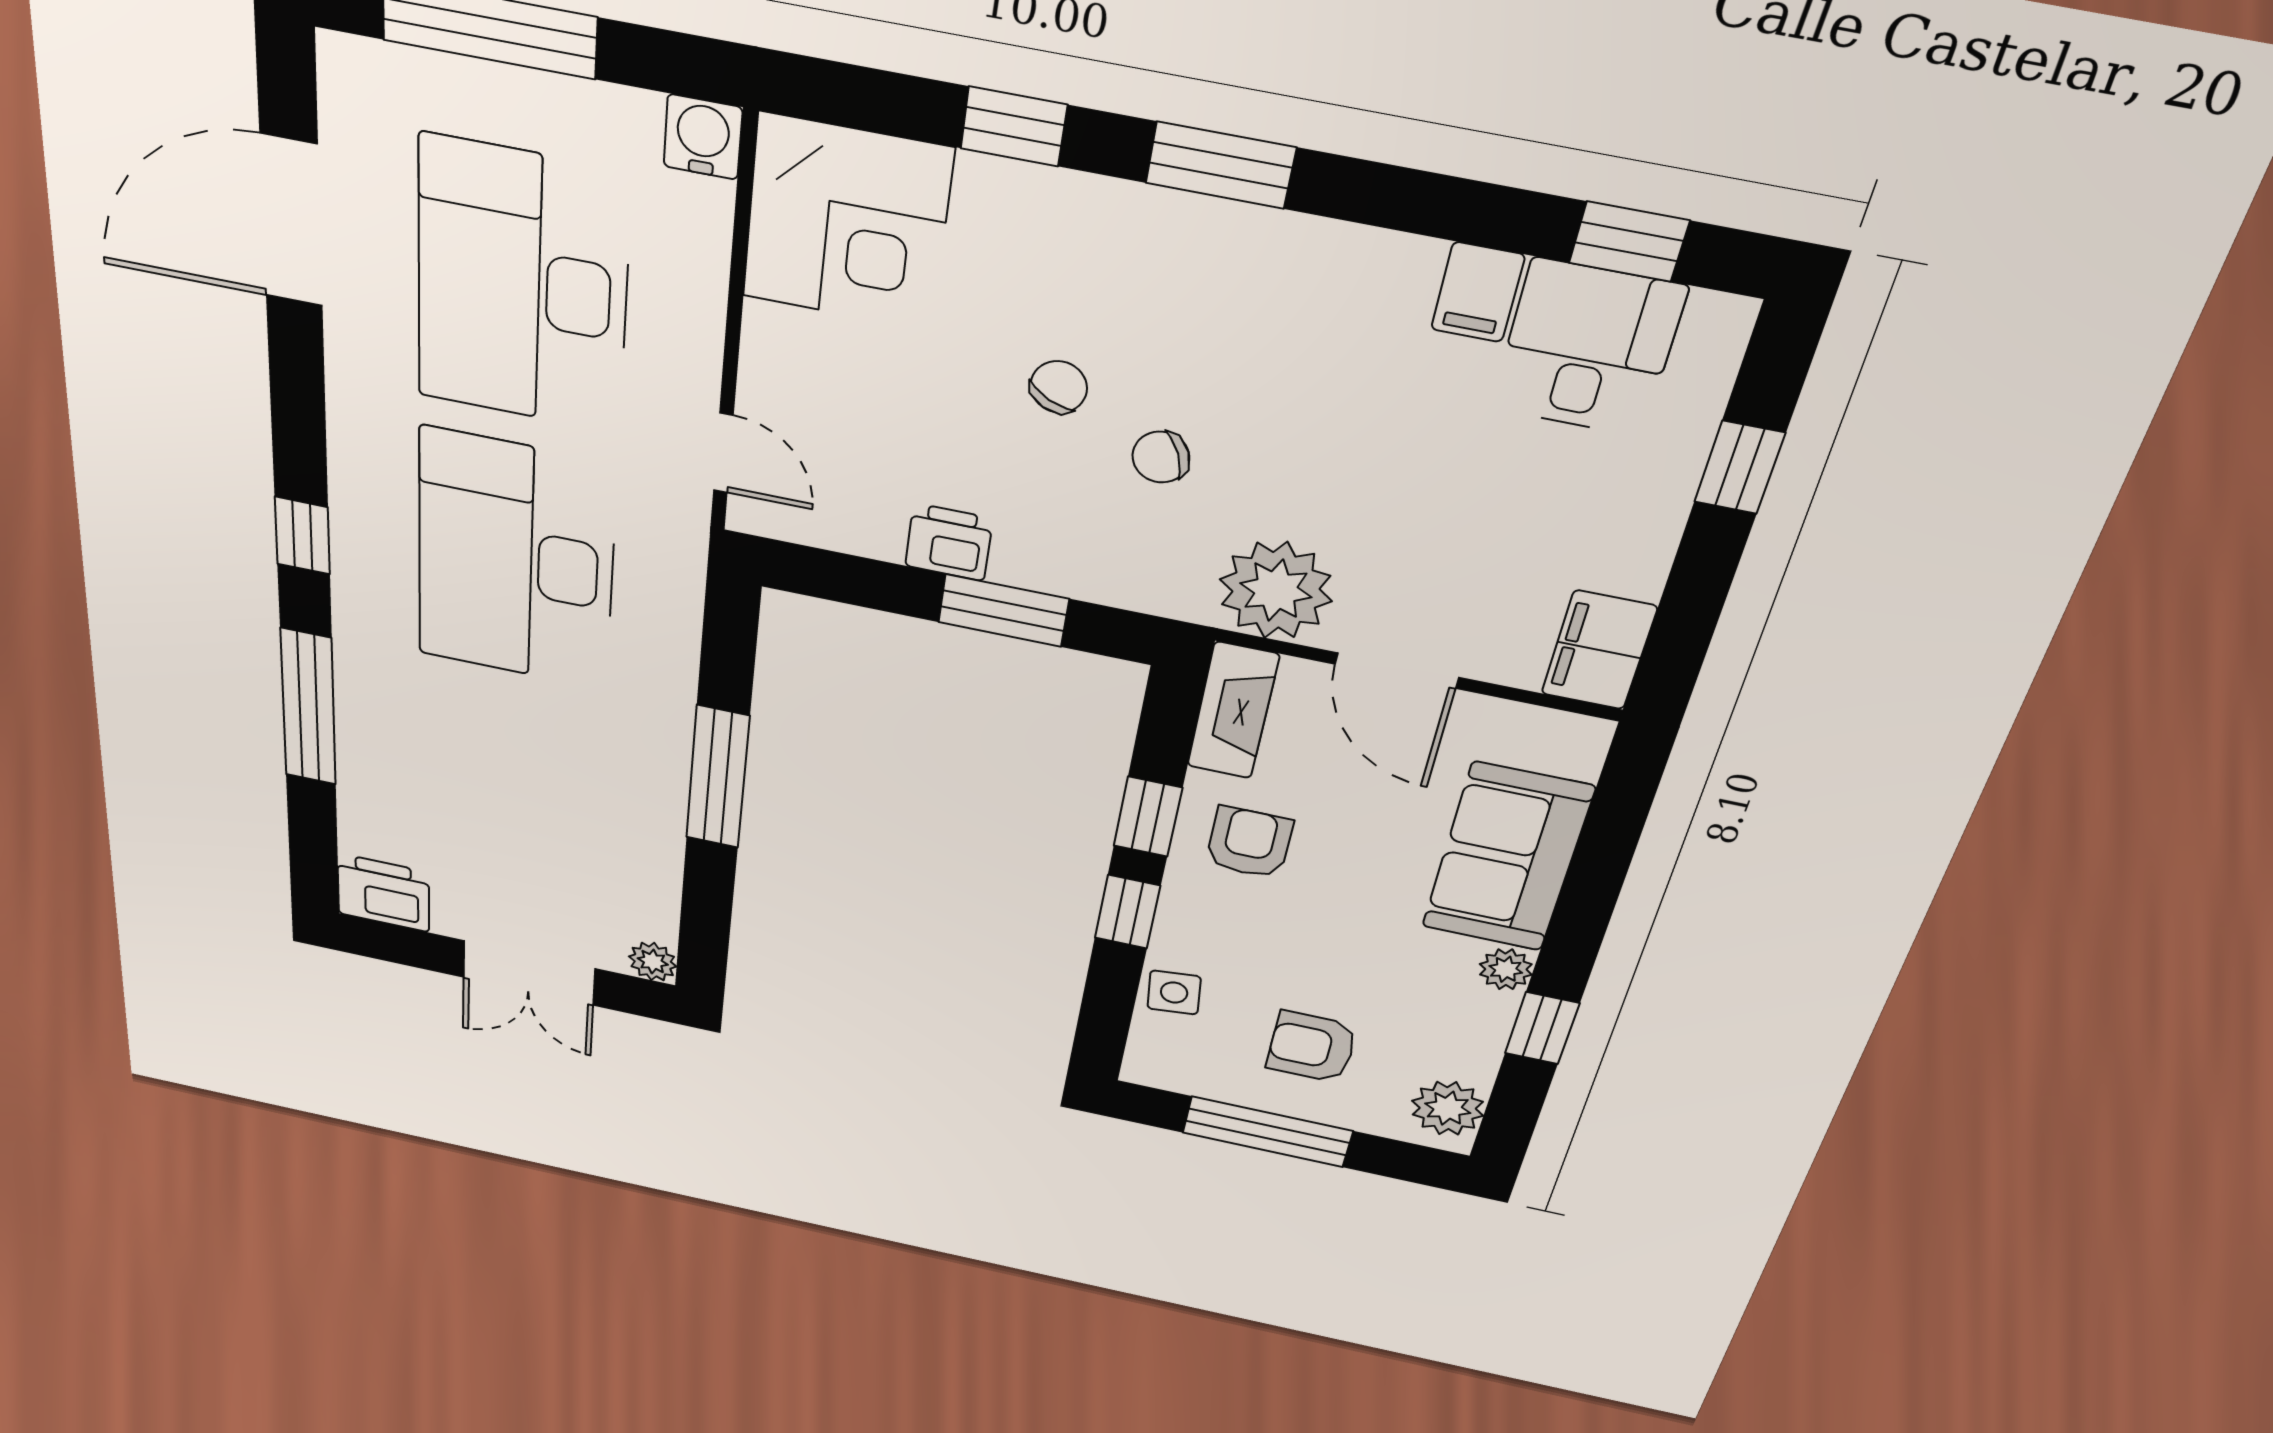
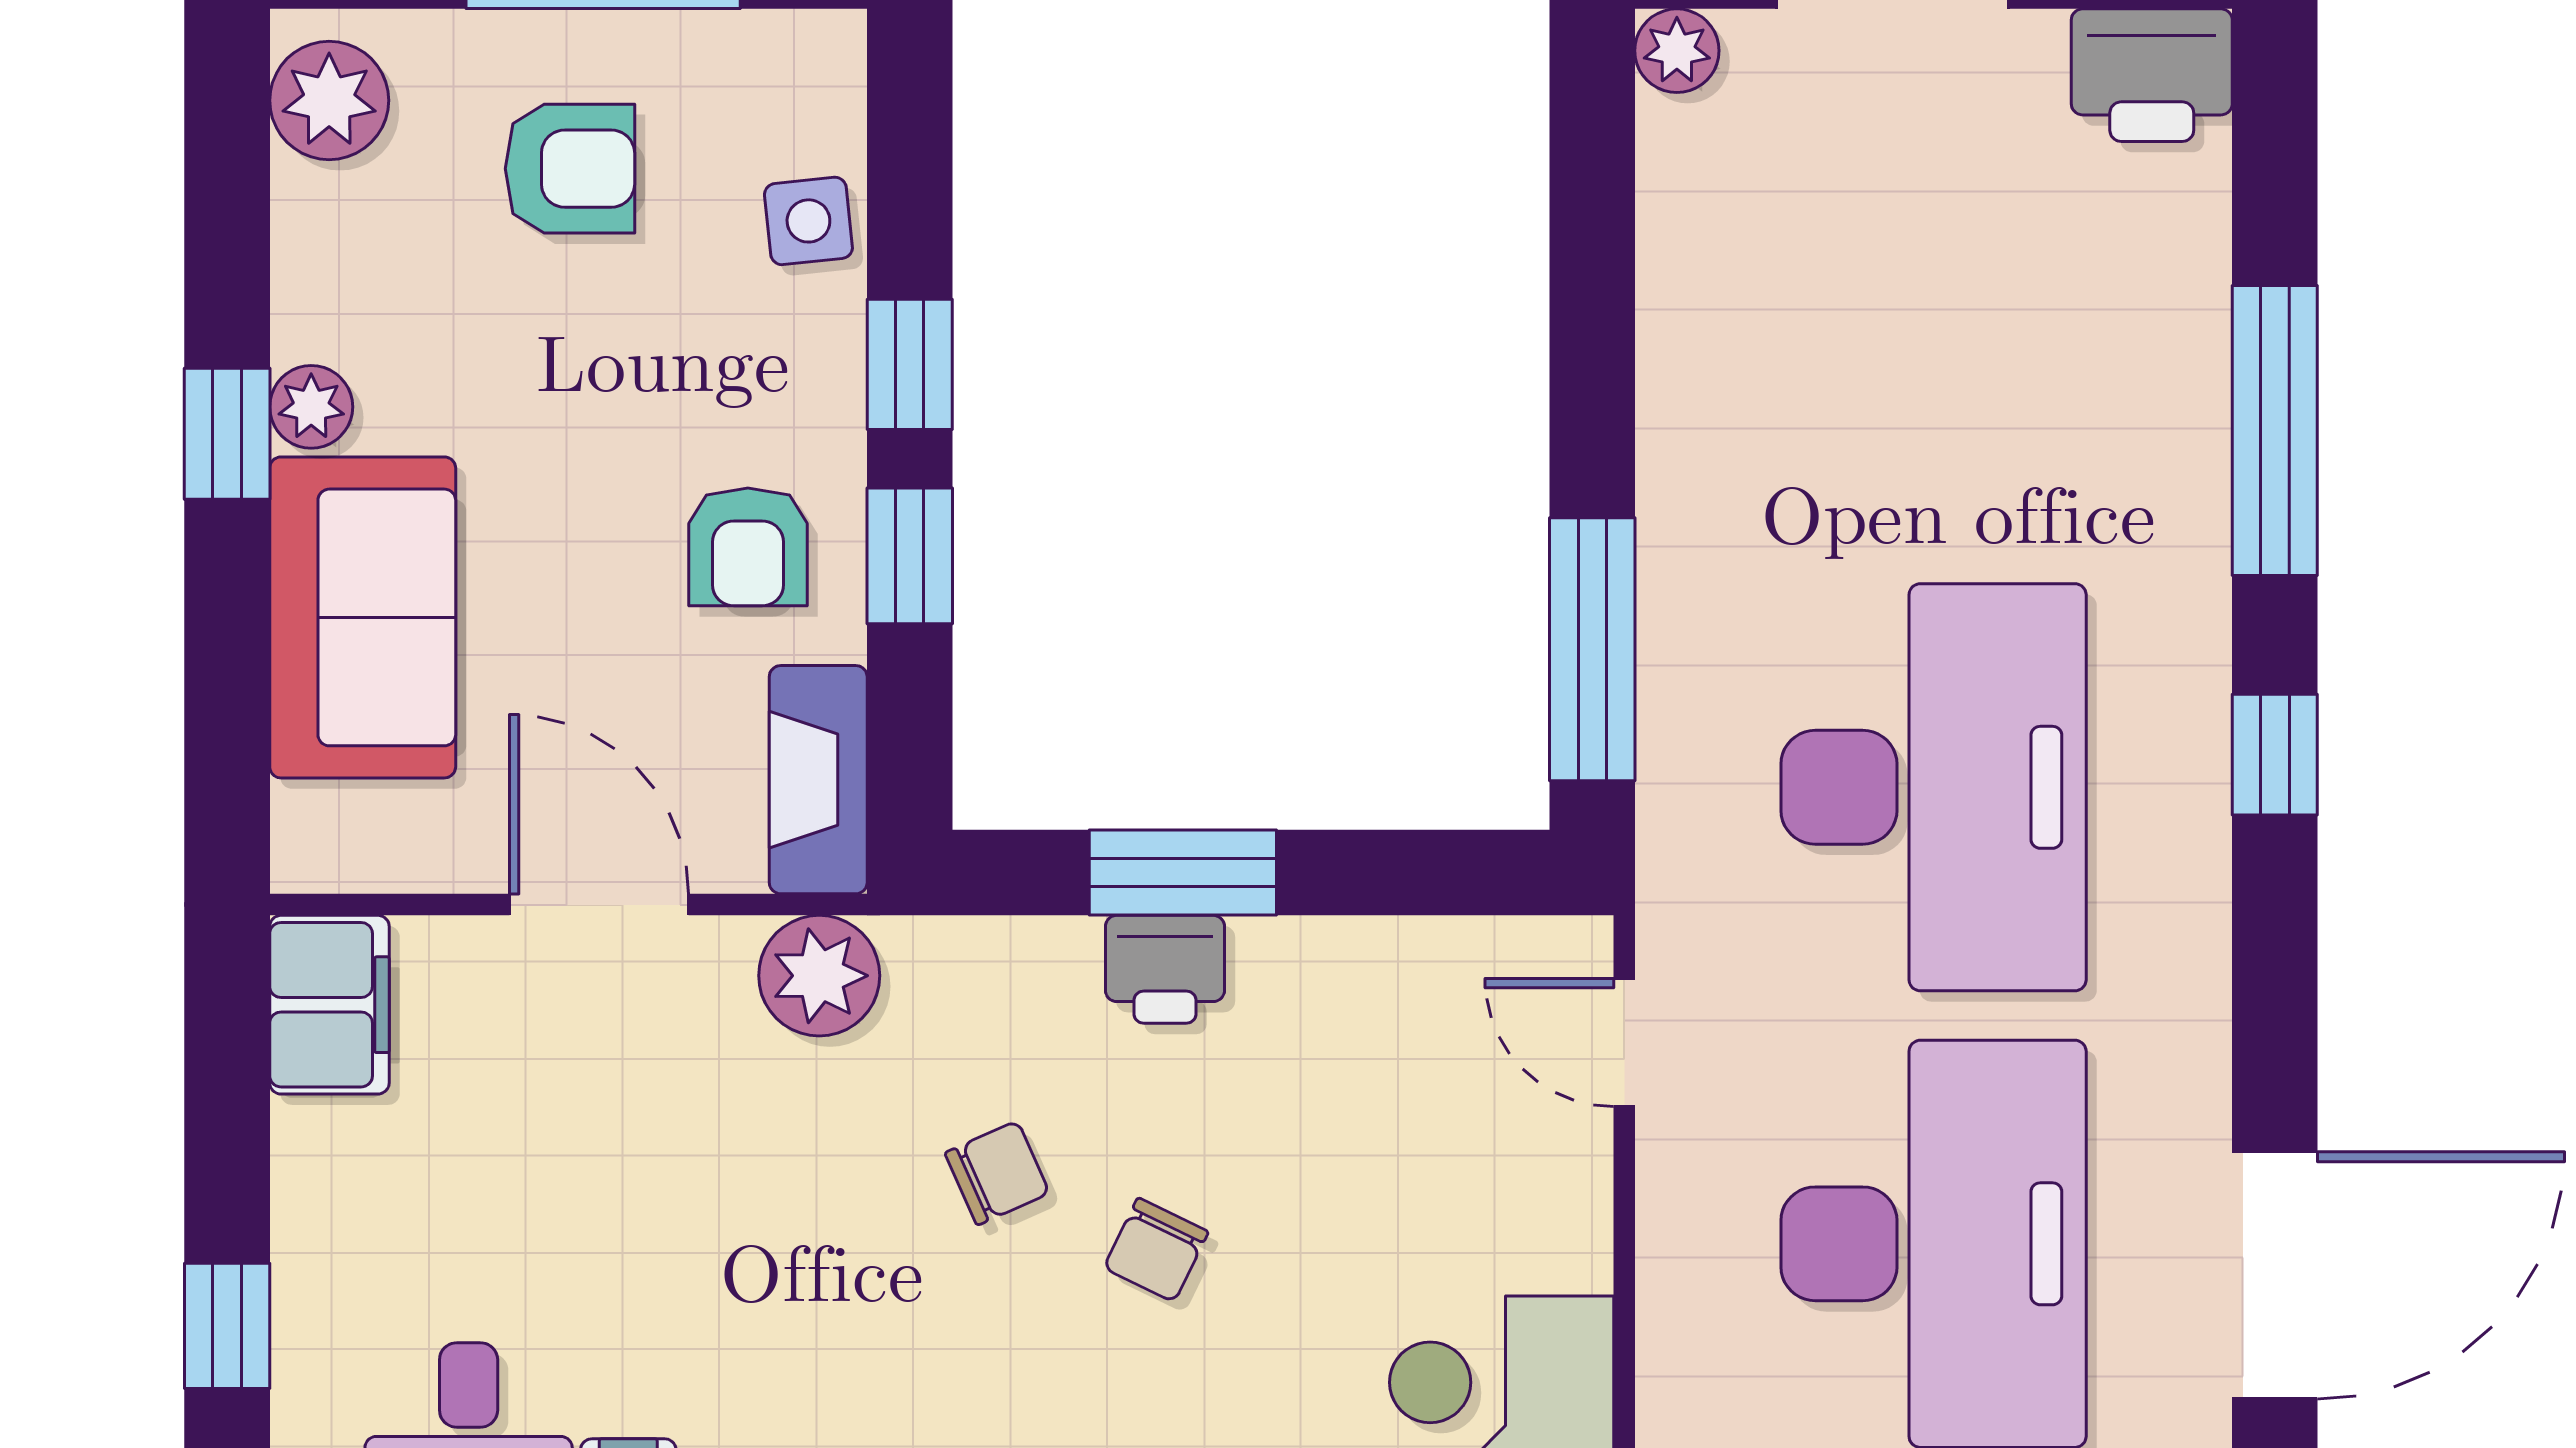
printer: (949, 542) -> (1165, 969), moved
plant: (1276, 590) -> (819, 976), width x0.73, depth x0.73
window: (718, 777) -> (1592, 649), moved
window: (1542, 1028) -> (227, 434), moved

